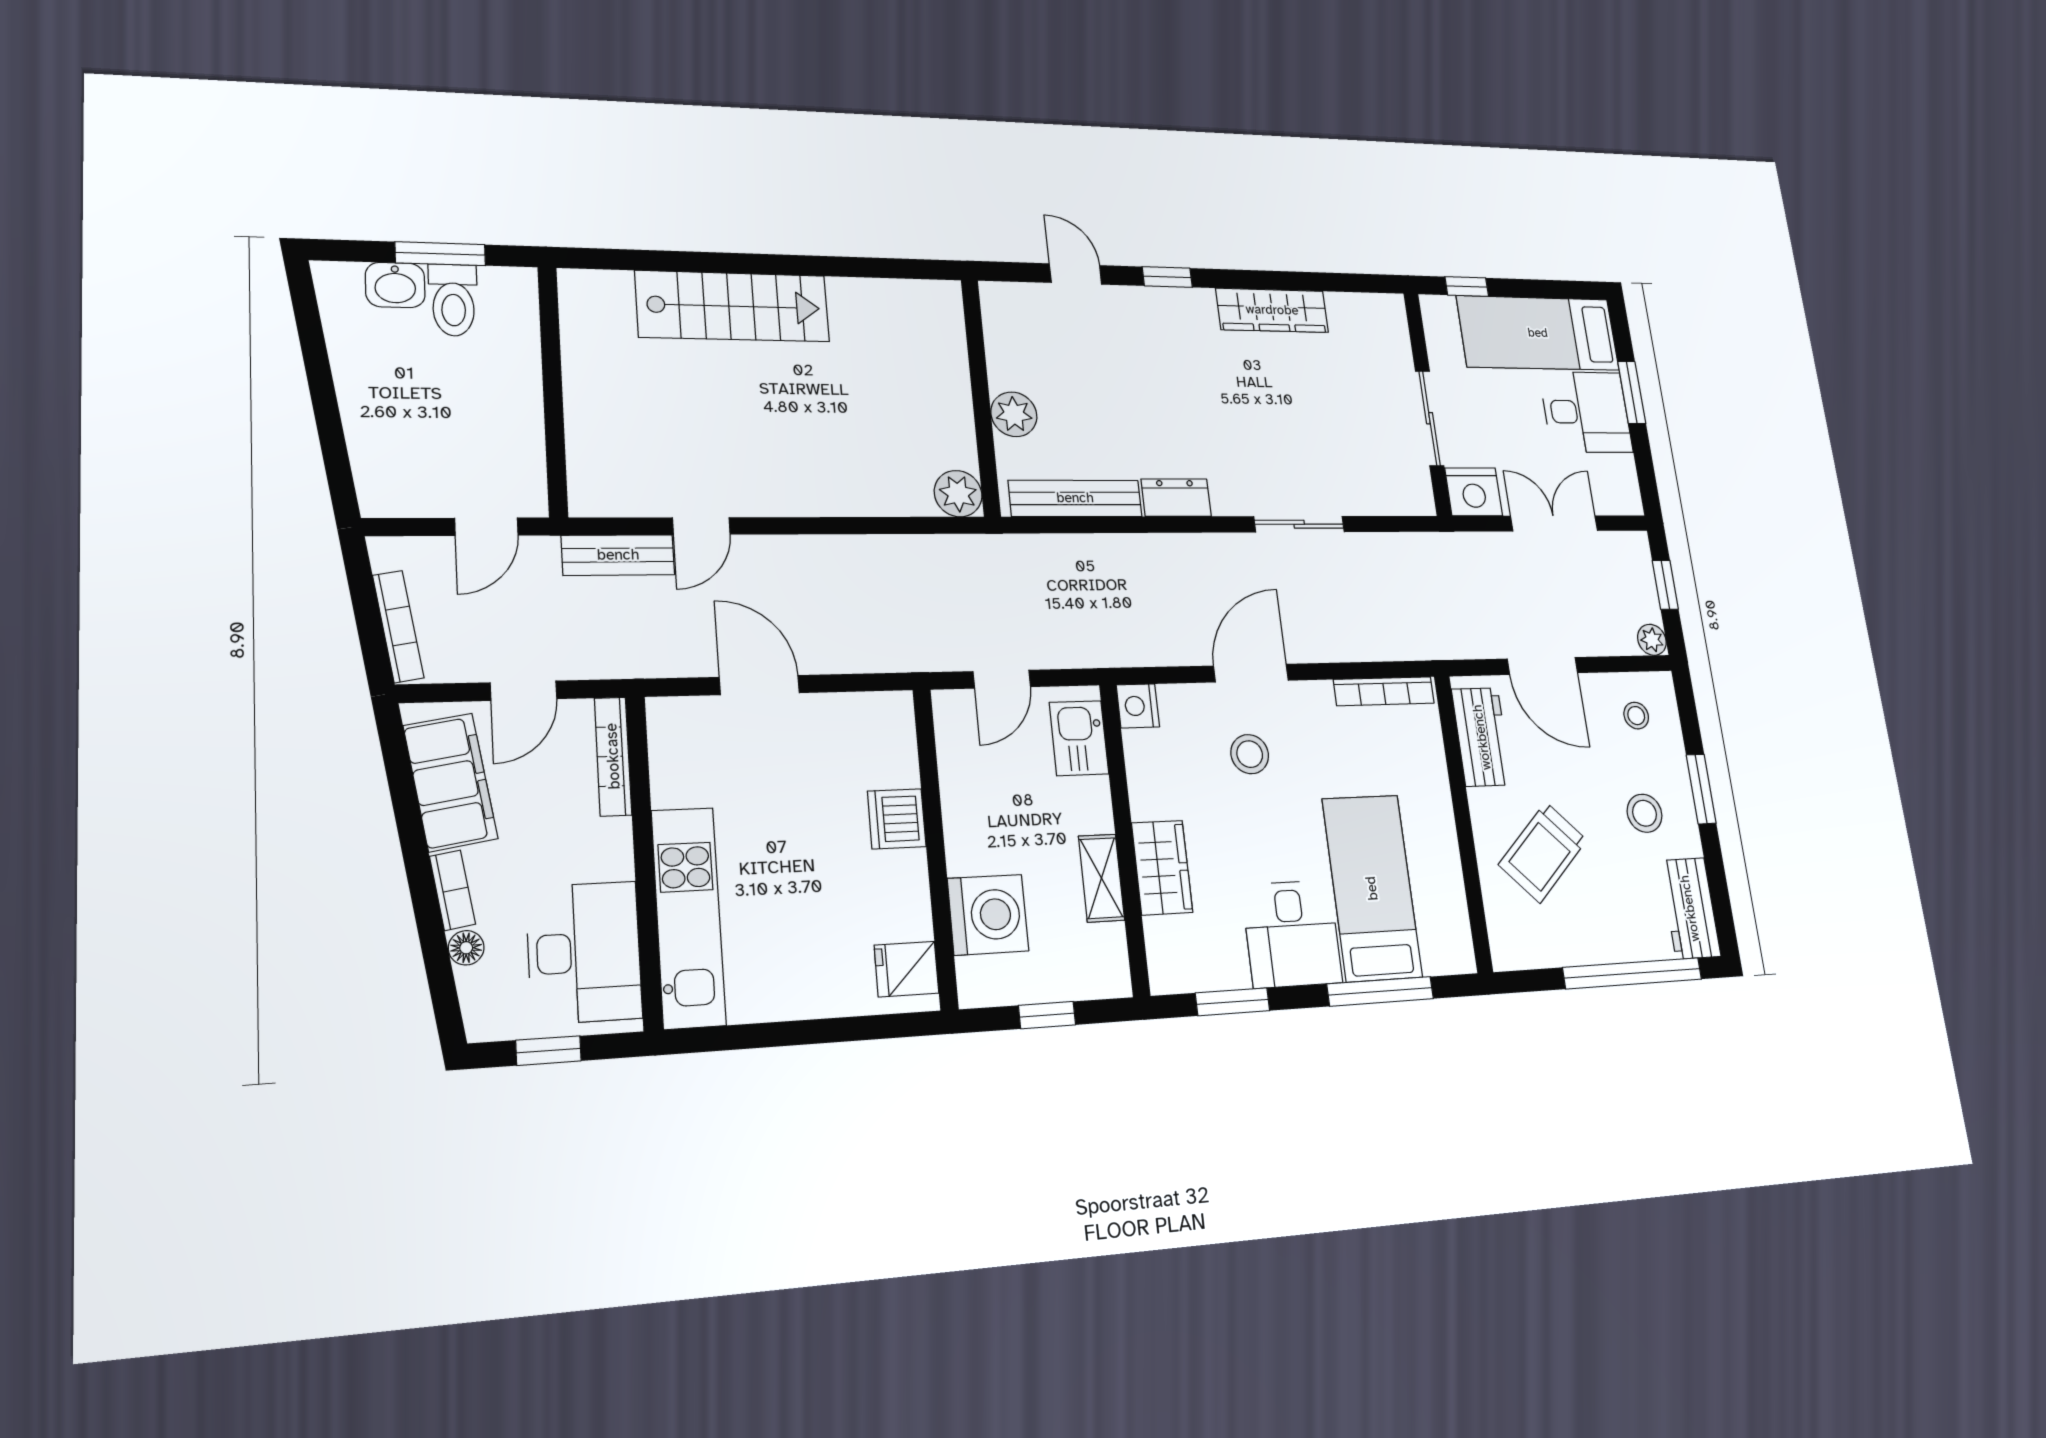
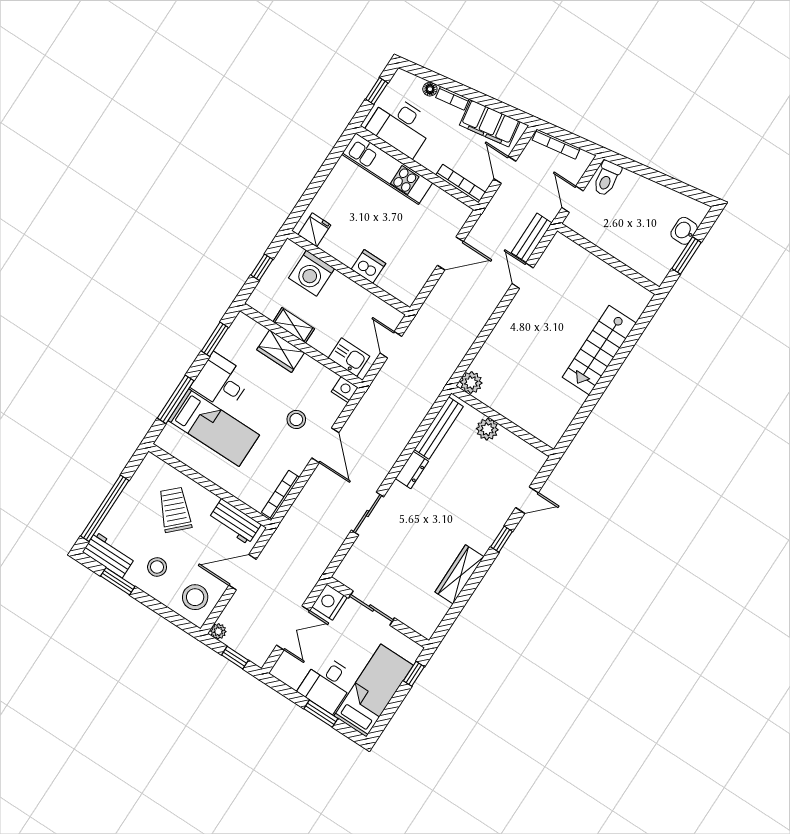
toilet: (453, 300) -> (607, 178), moved, turned -99
stool: (1636, 716) -> (195, 597), width x1.89, depth x1.89
window: (1701, 789) -> (118, 581), moved

